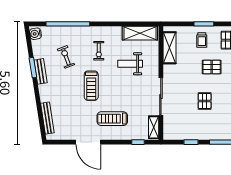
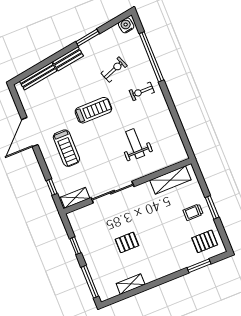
shelving: (140, 33) -> (173, 141), removed
exercise bike: (99, 51) -> (142, 91), moved
pallet: (212, 67) -> (168, 235), removed
bench: (40, 71) -> (68, 59), moved
treadmill: (91, 86) -> (93, 110), turned 180
treadmill: (112, 119) -> (66, 148), turned 180

